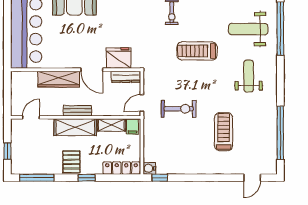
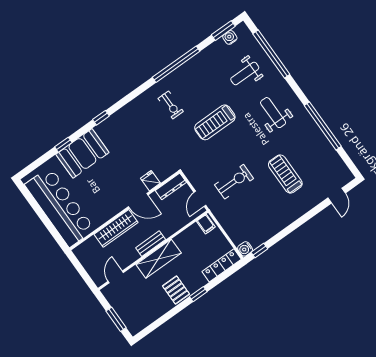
weight bench: (248, 29) -> (245, 73), width x0.73, depth x0.75
fridge: (119, 58) -> (150, 181), width x0.53, depth x0.75
shelving: (111, 125) -> (188, 235), removed
window: (280, 133) -> (323, 126), moved
window: (7, 151) -> (116, 319), width x1.50
window: (37, 178) -> (157, 324), removed

